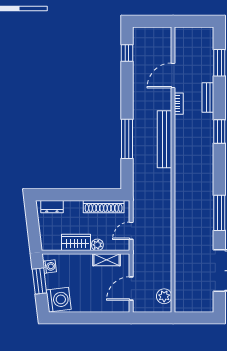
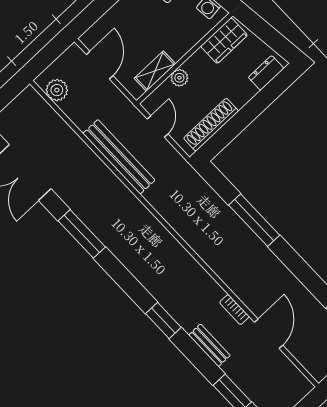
bench: (165, 139) -> (119, 157), moved
wardrobe: (76, 242) -> (224, 41), moved

